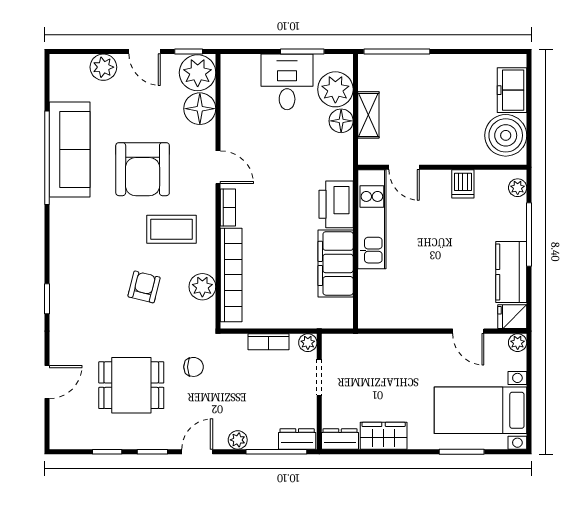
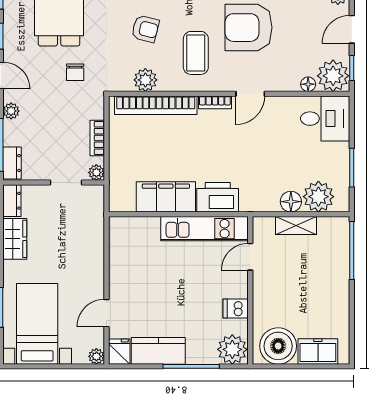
desk: (287, 82) -> (325, 119), moved
floor lamp: (200, 109) -> (308, 84), width x0.53, depth x0.53
plant: (518, 188) -> (232, 349), width x1.88, depth x1.88

